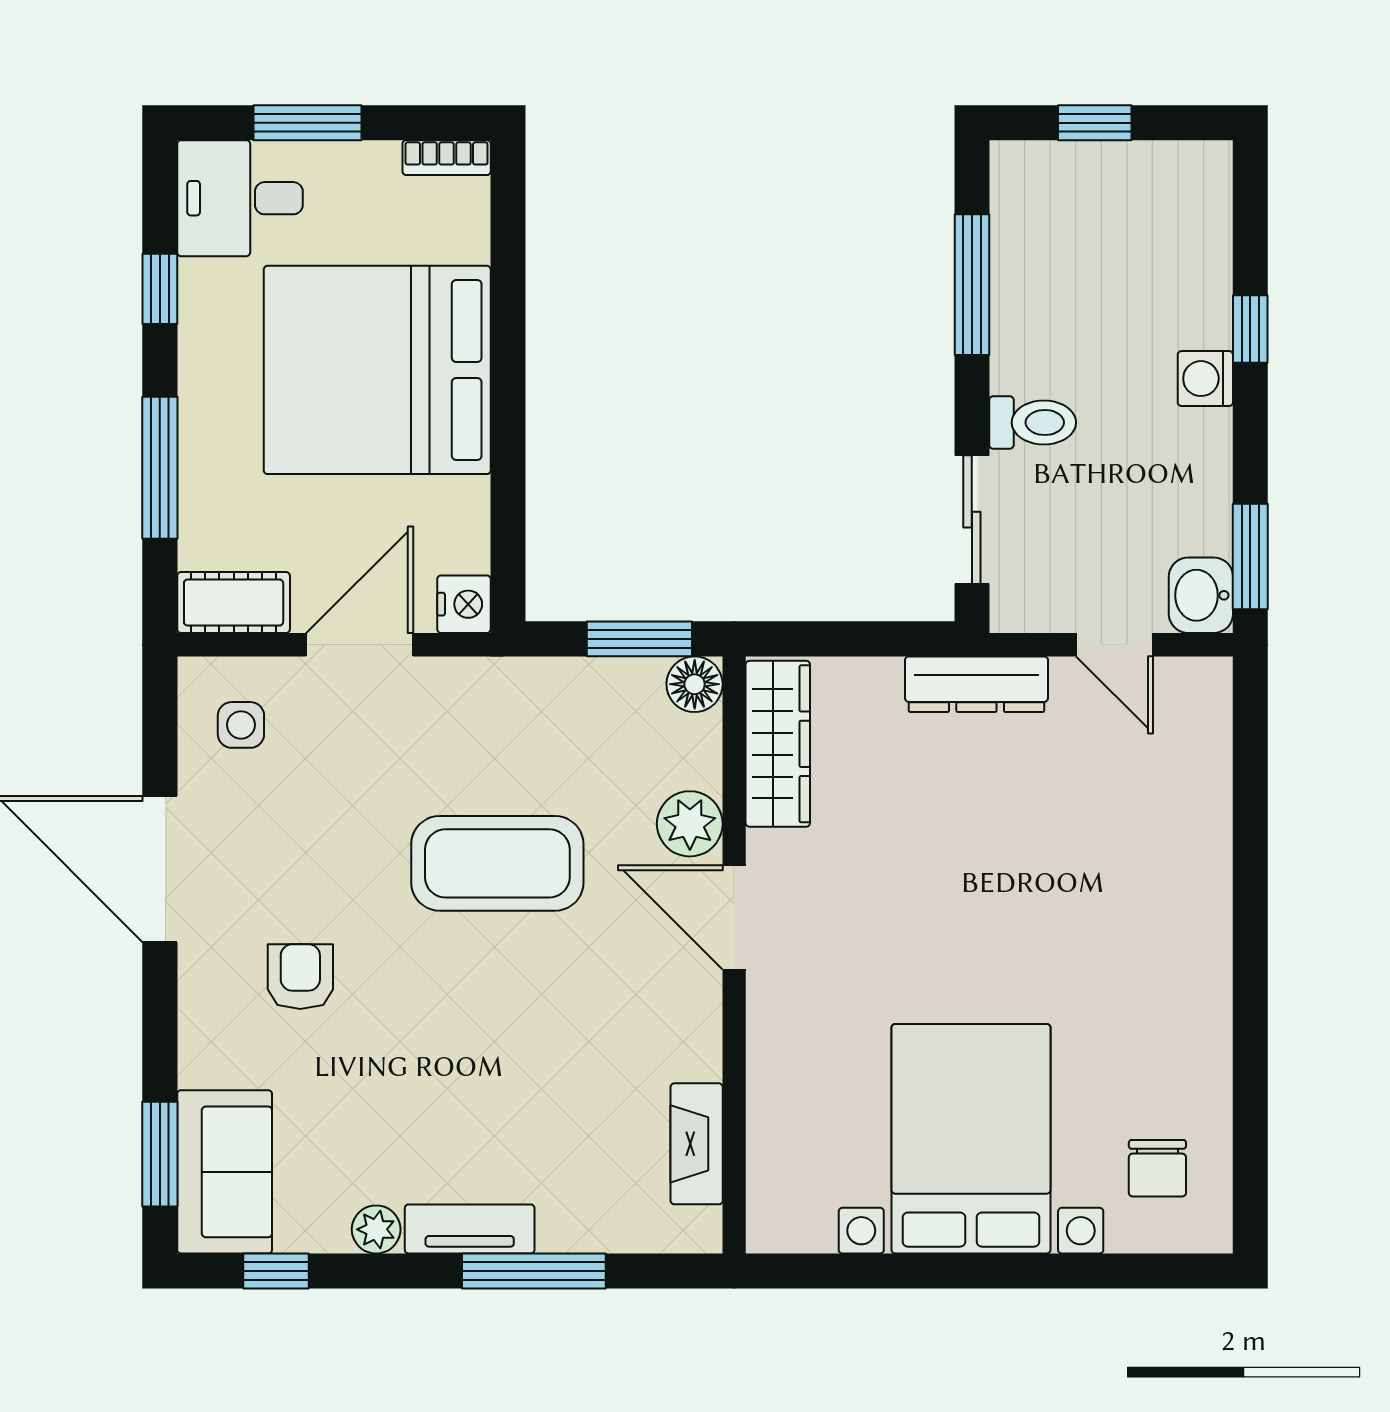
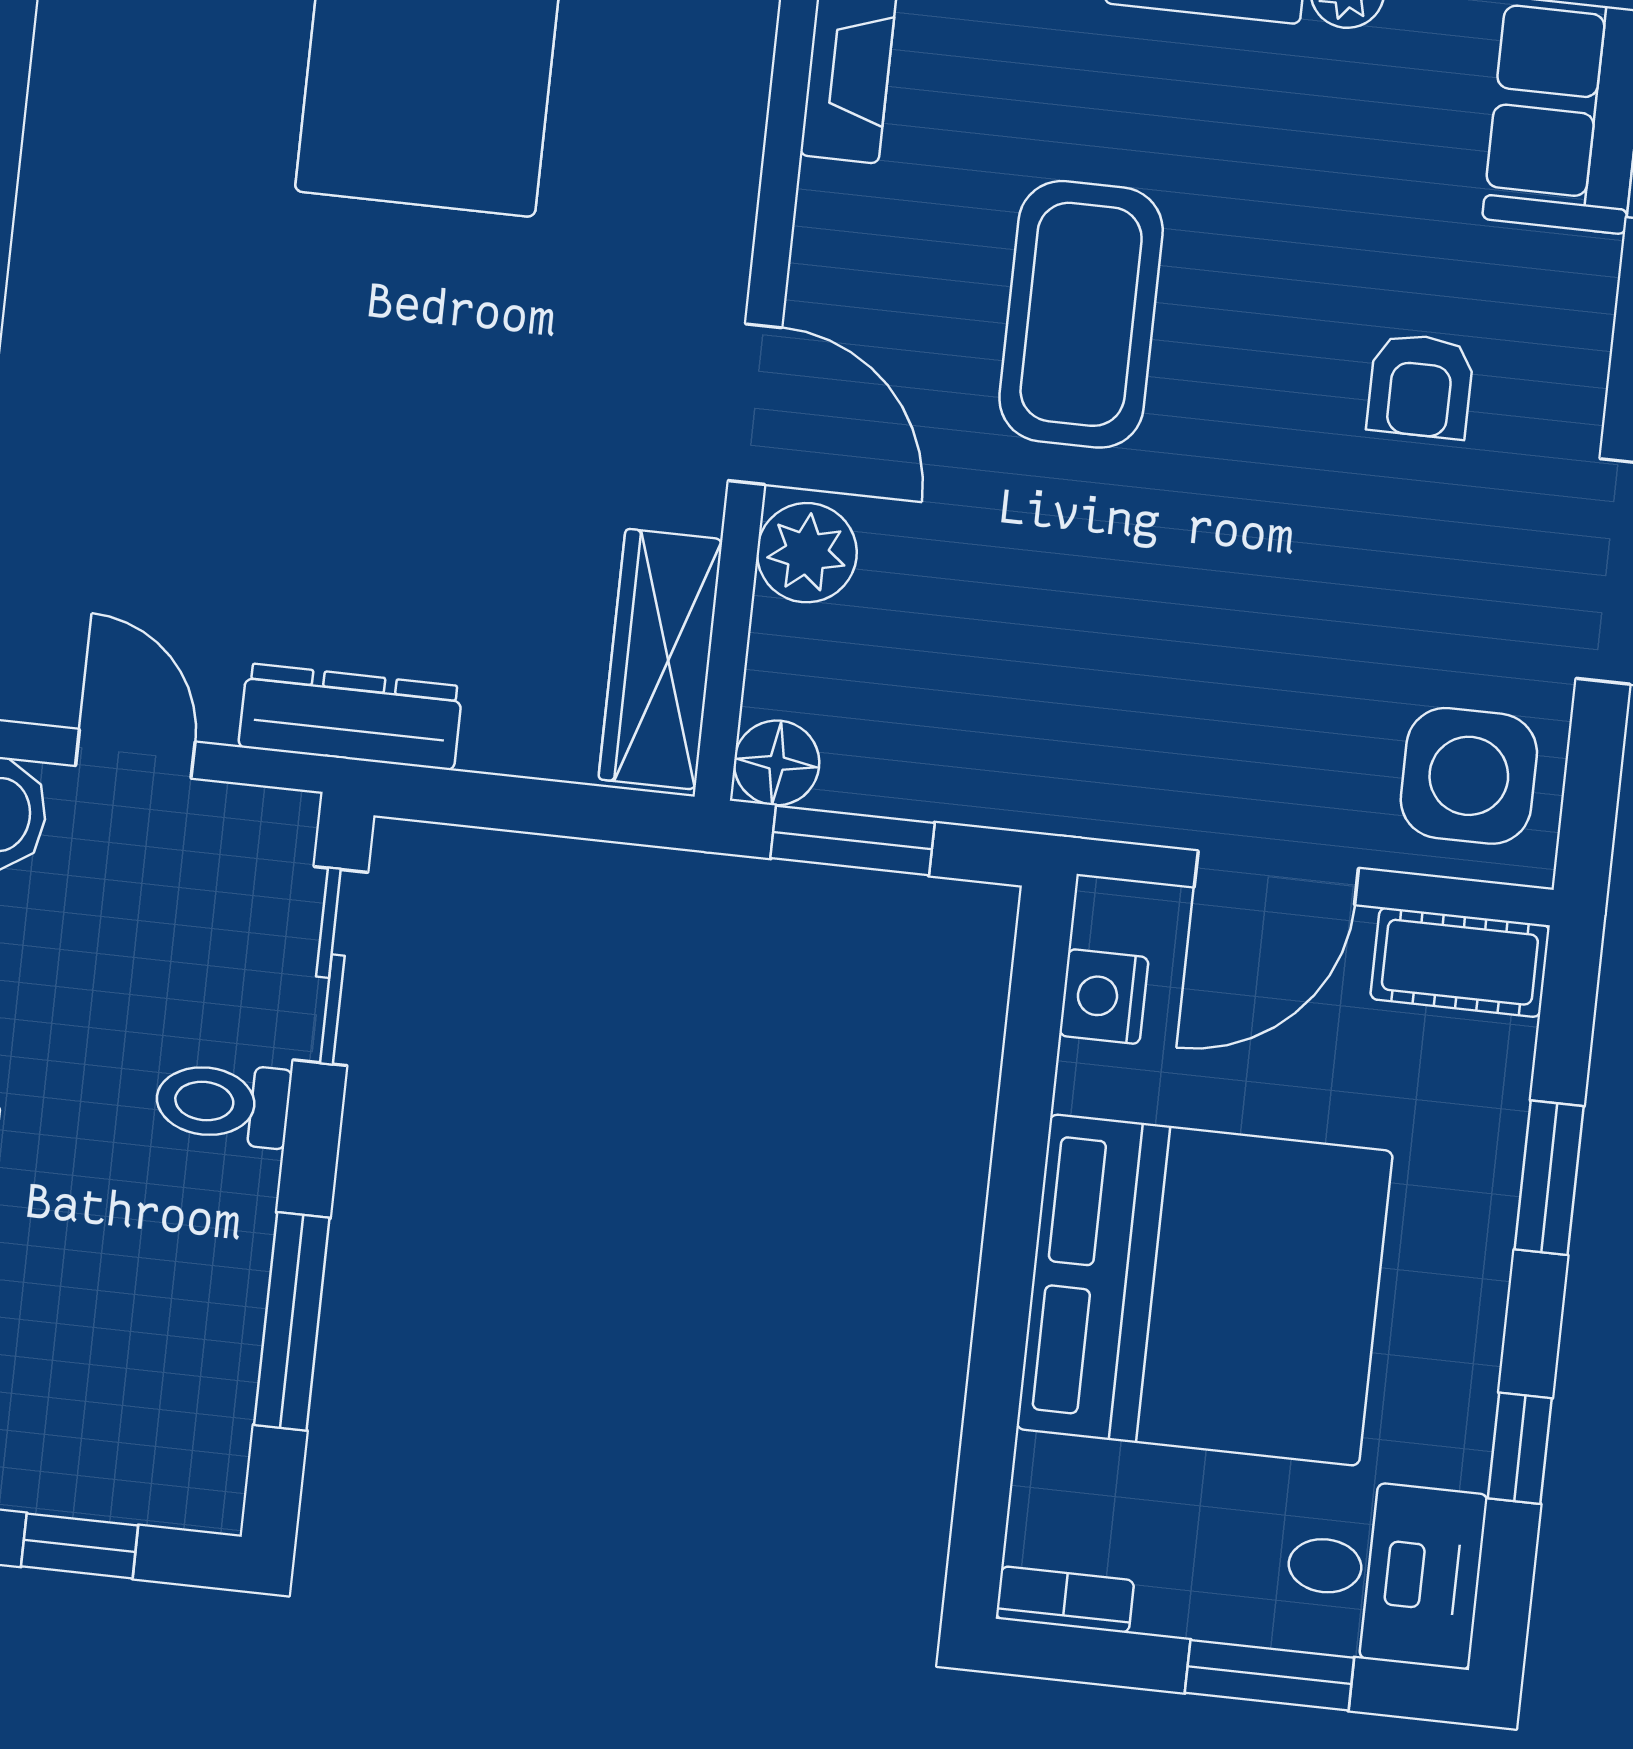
window: (160, 468) -> (1549, 1178), width x0.69
nightstand: (464, 604) -> (1104, 997), moved
side table: (241, 725) -> (1469, 776), width x1.87, depth x1.87
coffee table: (497, 863) -> (1081, 314), moved, turned 90

